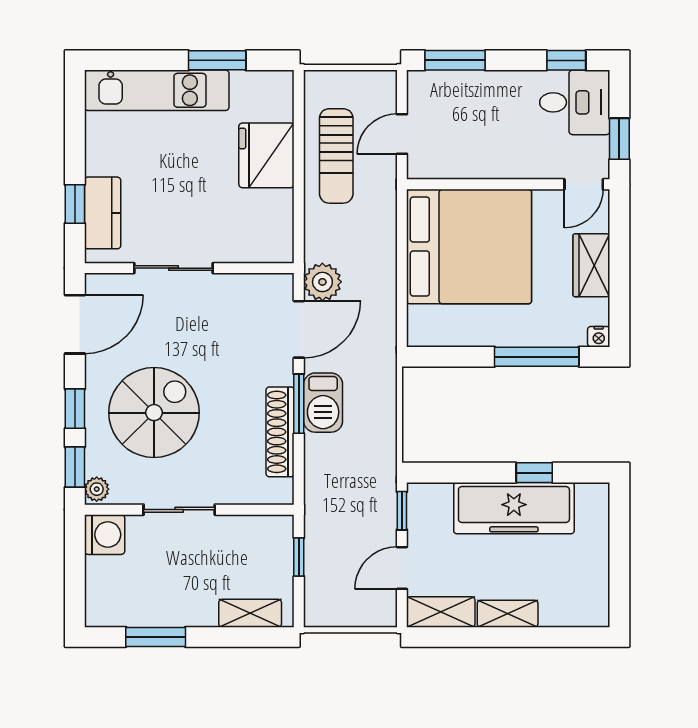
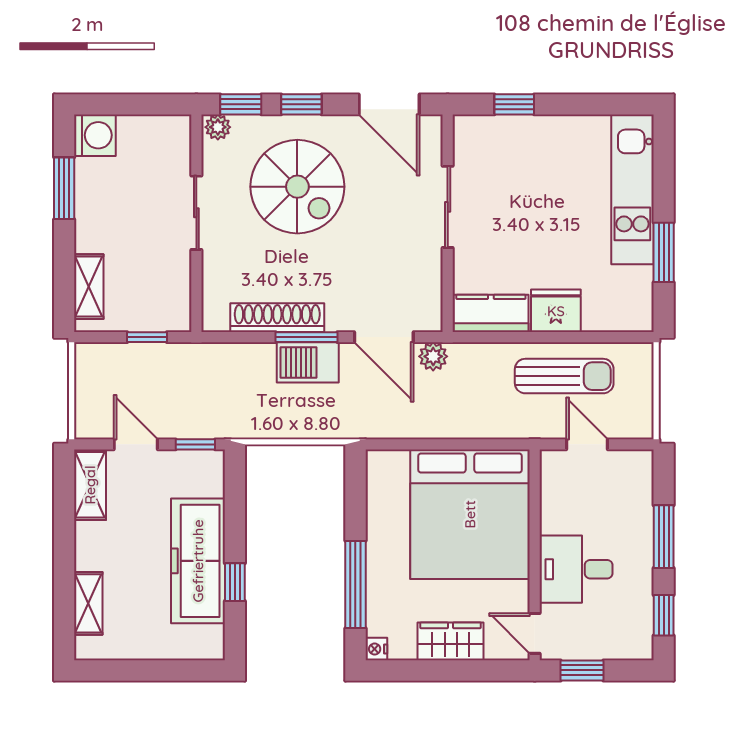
window: (455, 60) -> (664, 537), moved
desk: (575, 102) -> (576, 569), moved, turned 90
fridge: (266, 155) -> (556, 311), width x0.73, depth x0.75
sun lounger: (336, 156) -> (564, 376), turned 180
kitchen counter: (103, 213) -> (491, 313), moved, turned 180
plant: (322, 282) -> (433, 356), width x0.73, depth x0.73
washing machine: (105, 535) -> (95, 135), moved, turned -90
shelving: (508, 614) -> (88, 603), moved

